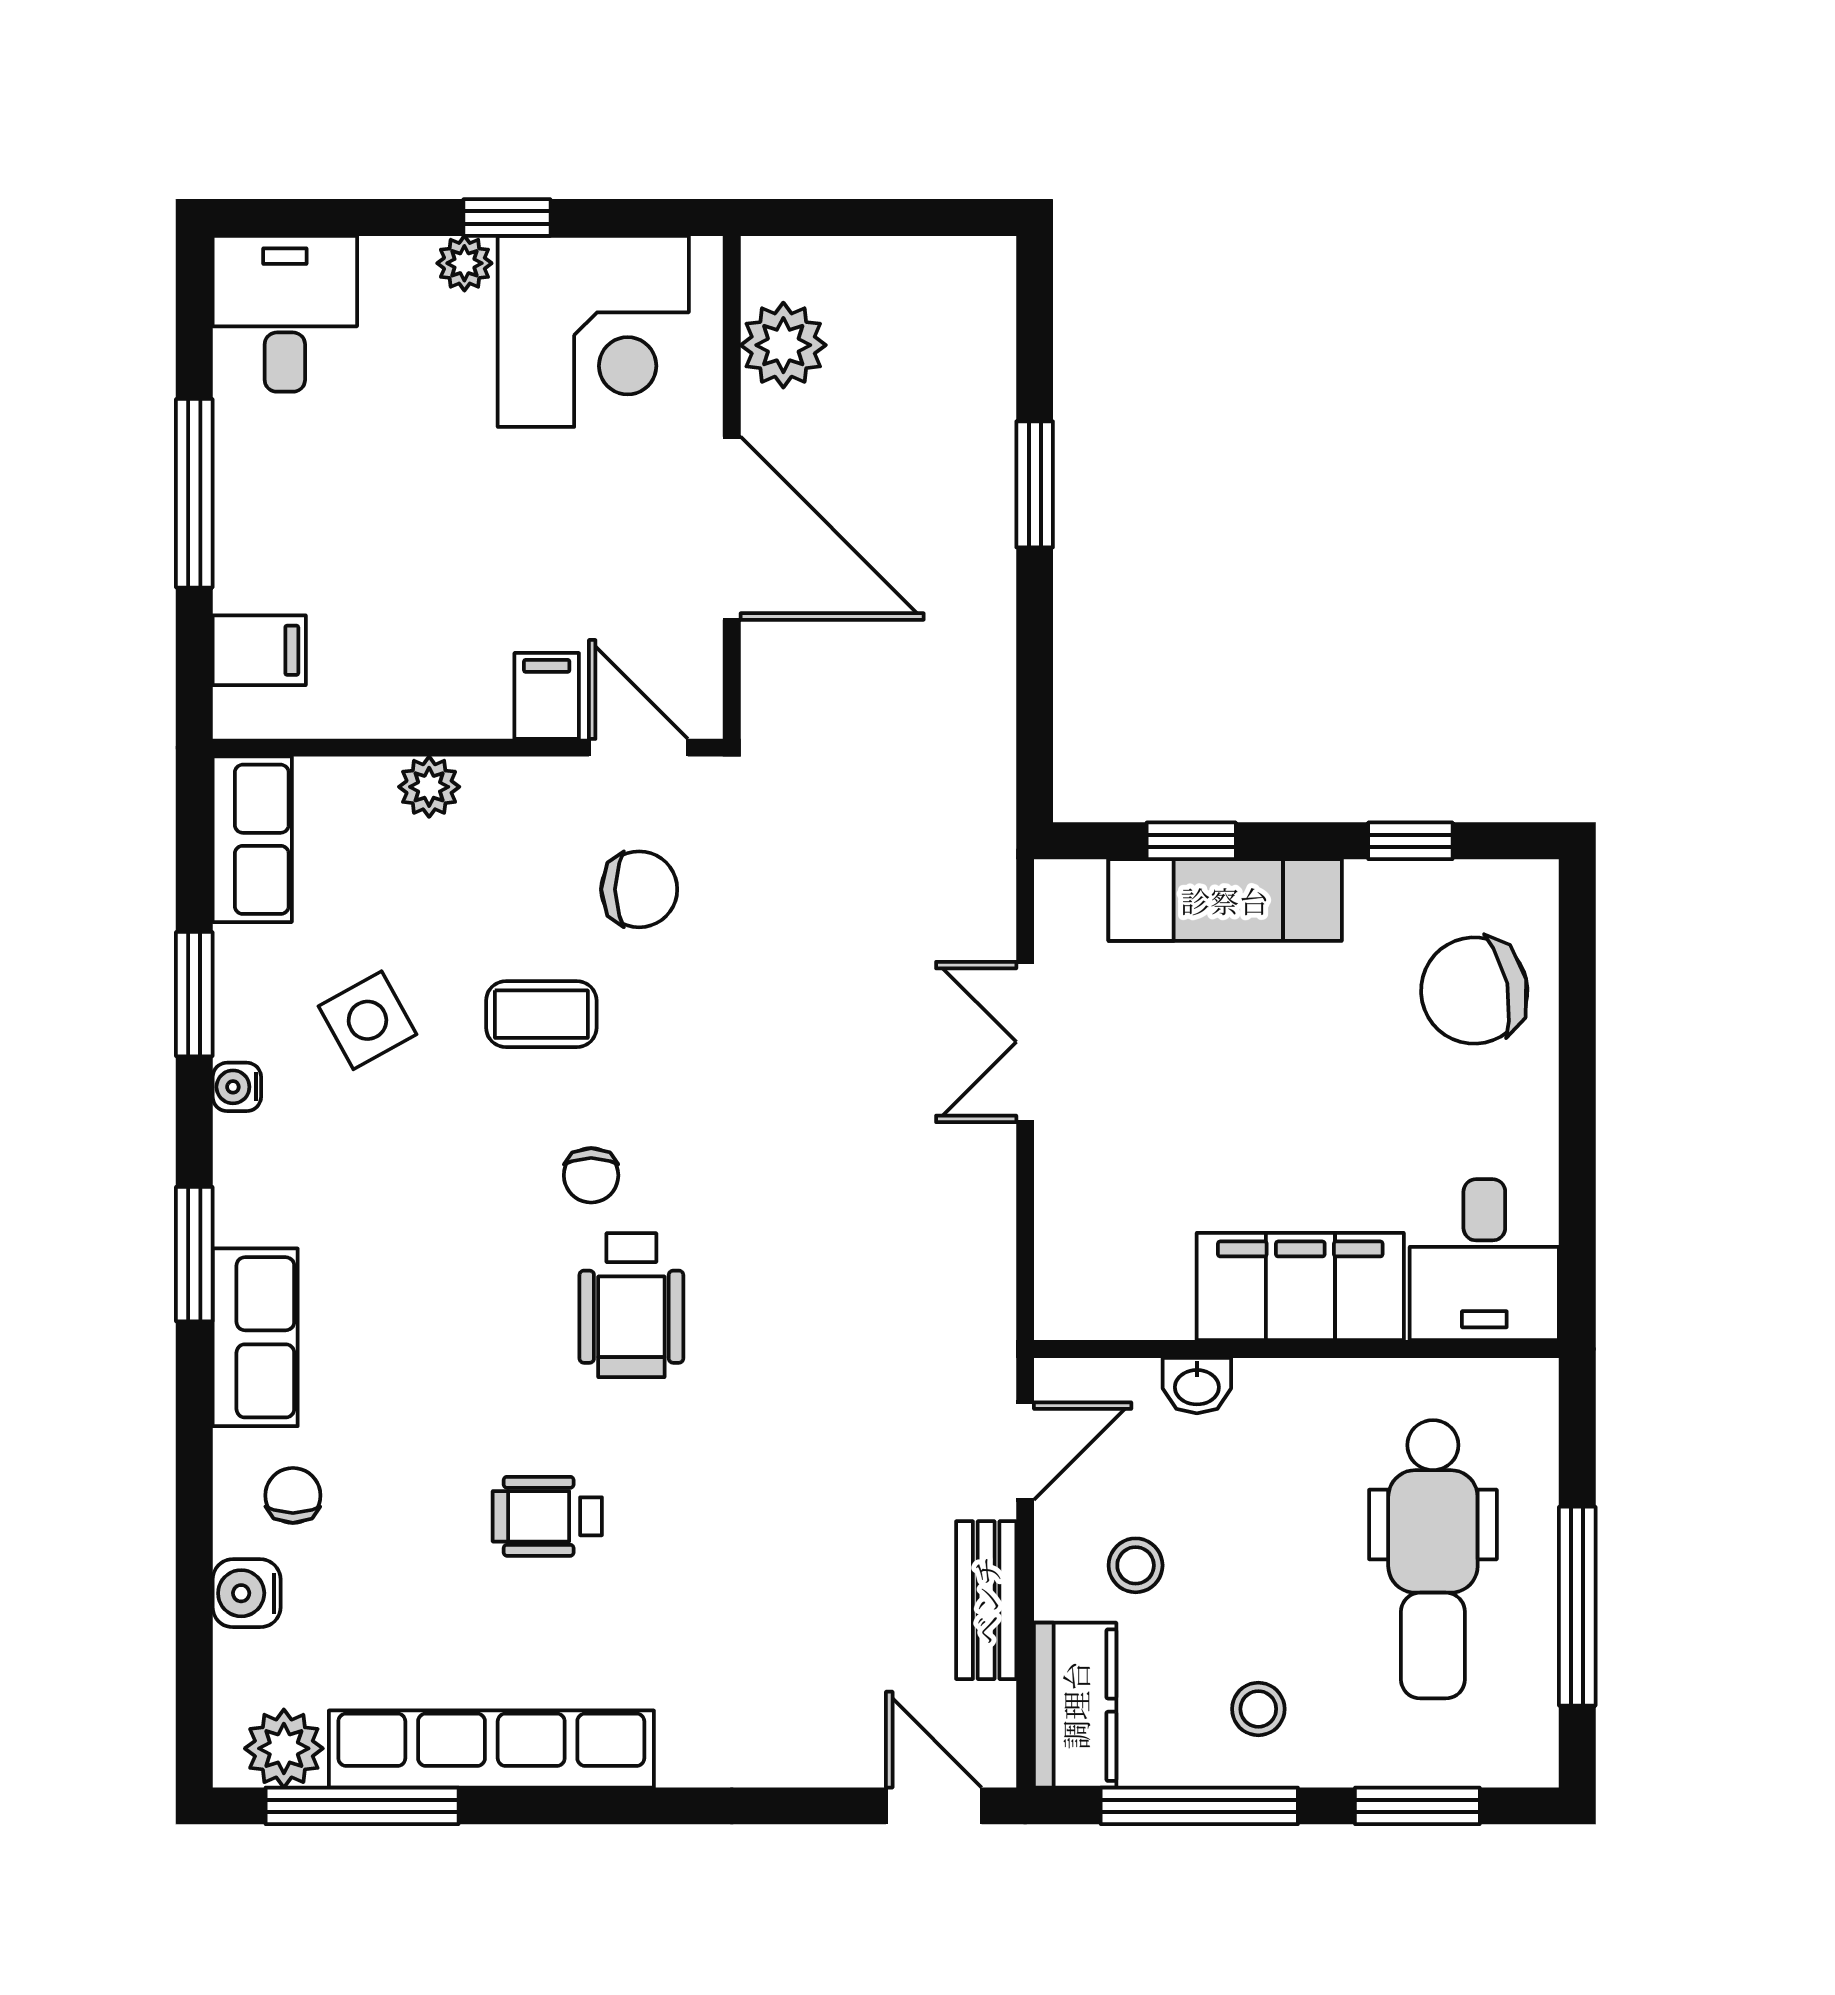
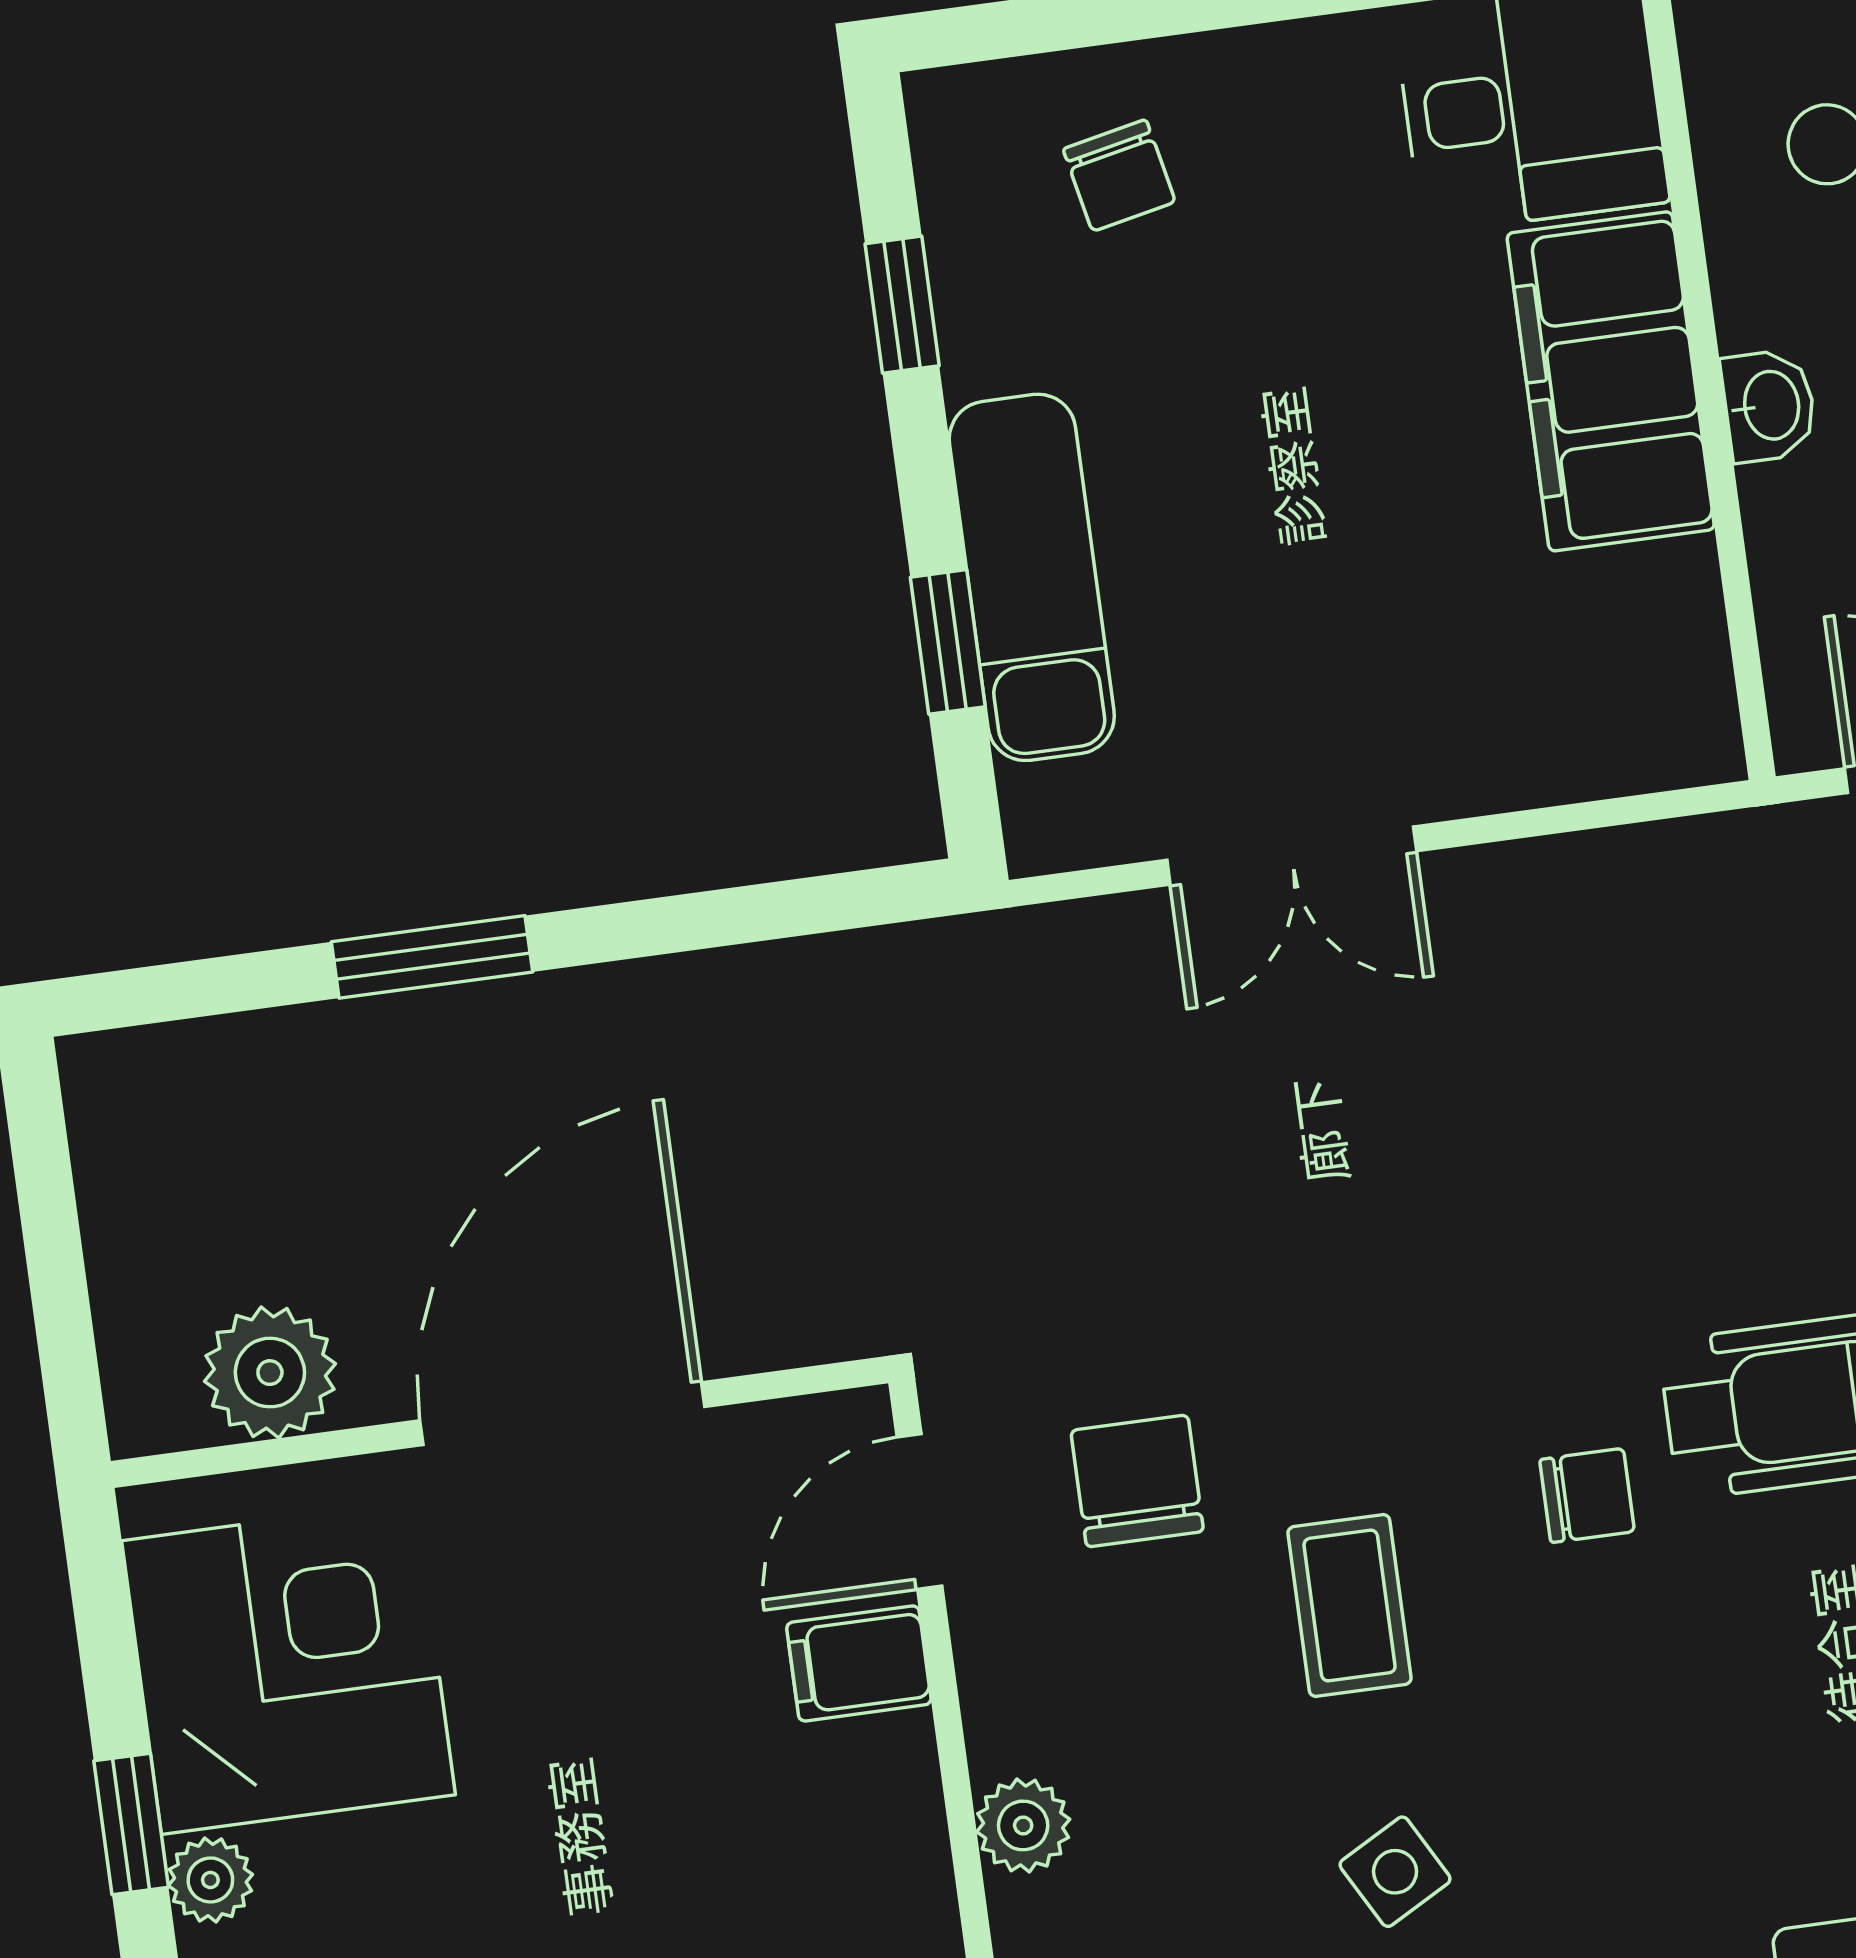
chair: (1474, 991) -> (1119, 175), width x0.54, depth x0.54
side table: (367, 1020) -> (1395, 1872), width x0.73, depth x0.73
washbasin: (1197, 1386) -> (1769, 406), moved

